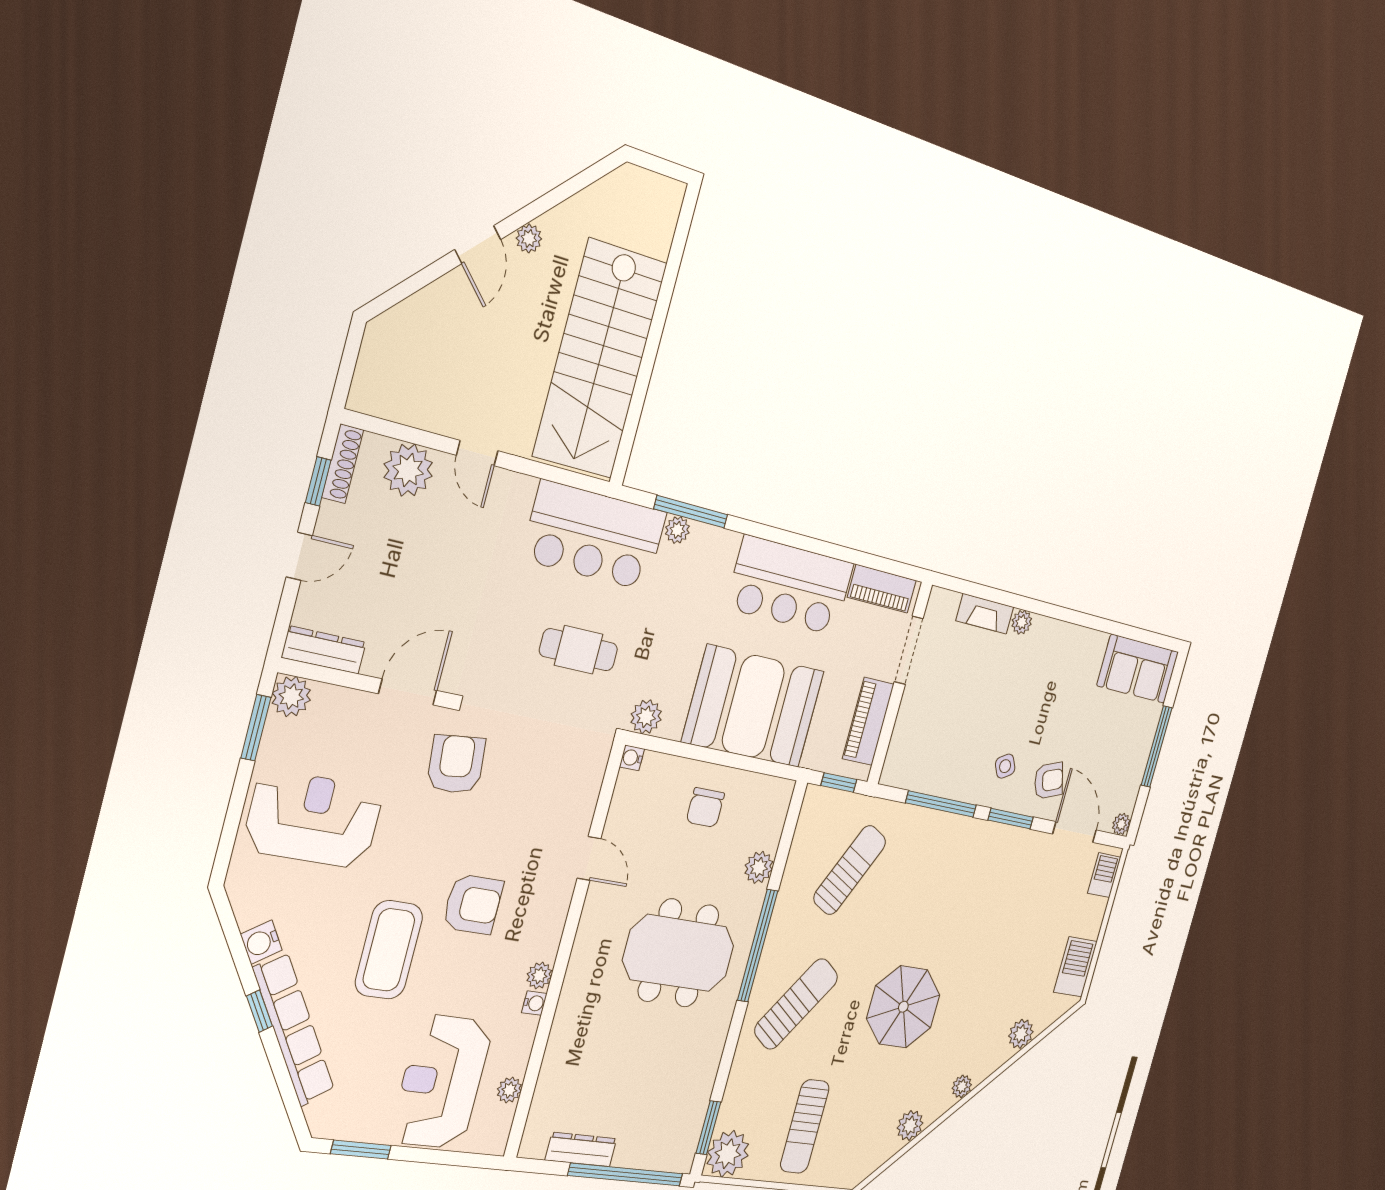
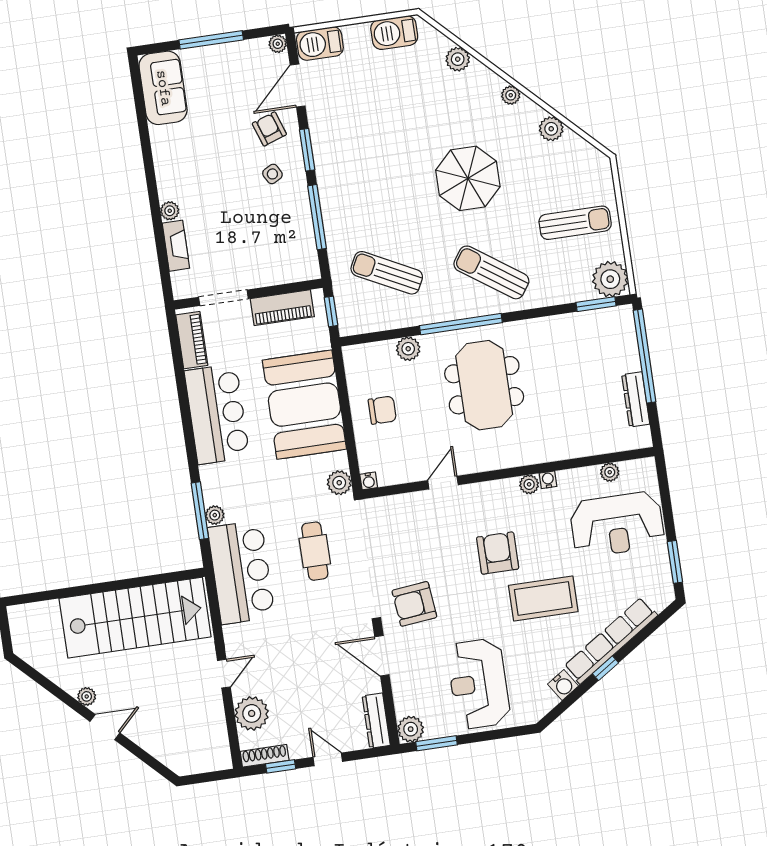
barbecue: (1104, 875) -> (320, 44), width x1.38, depth x1.27

